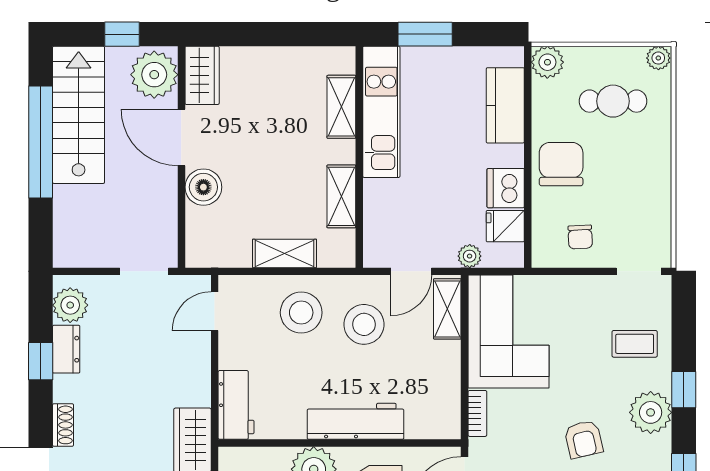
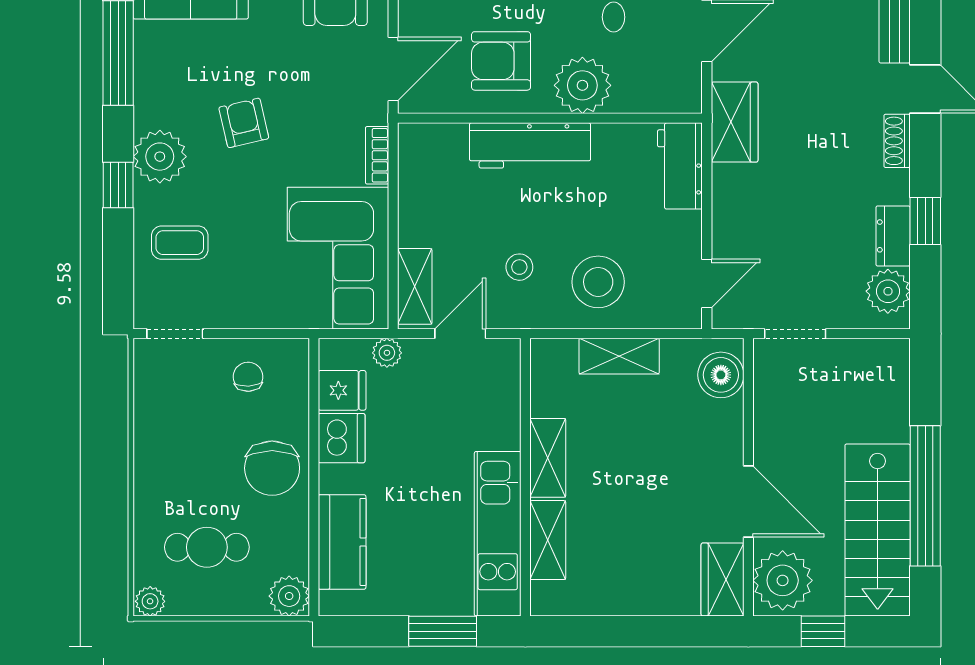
boiler: (203, 187) -> (721, 375), moved
shelving: (341, 196) -> (548, 458), moved
stool: (364, 324) -> (519, 267), width x0.53, depth x0.53

